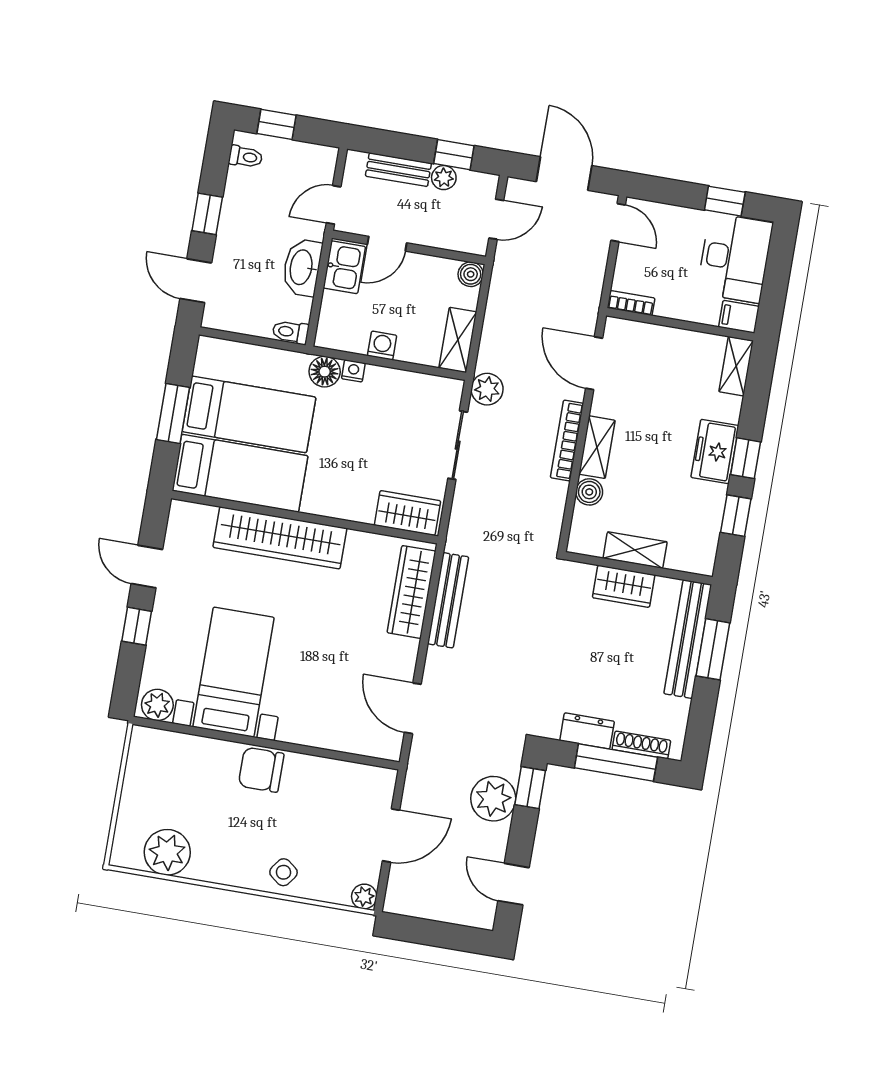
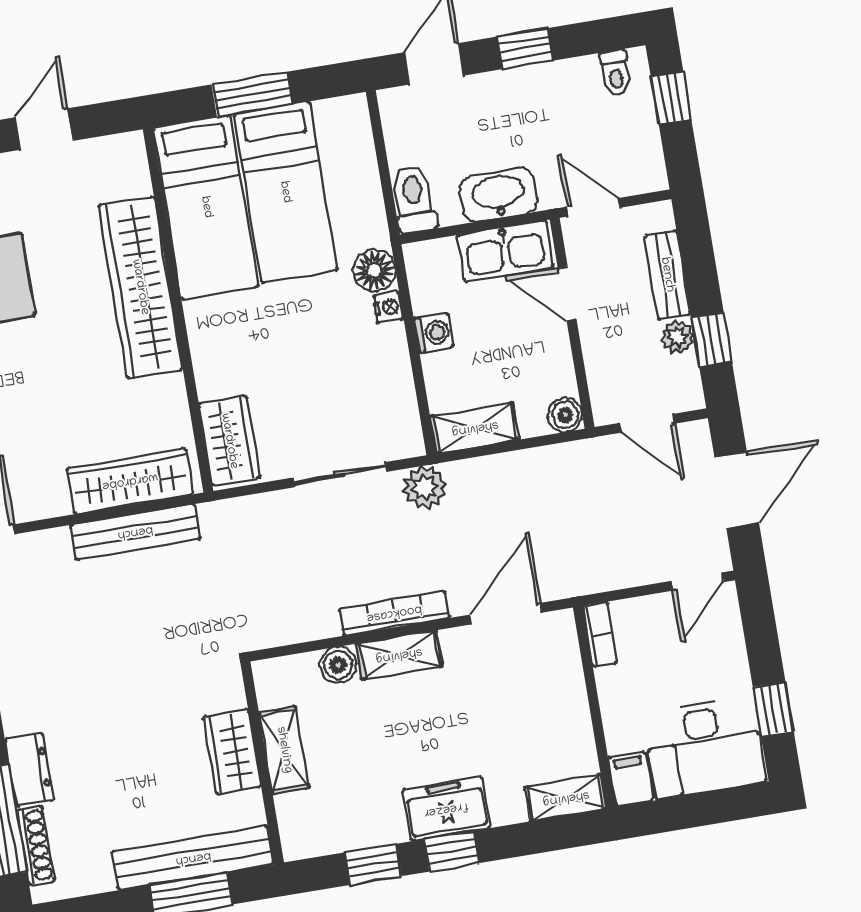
kitchen sink: (344, 267) -> (505, 251), width x1.38
toilet: (291, 332) -> (414, 199), width x1.37, depth x1.39

